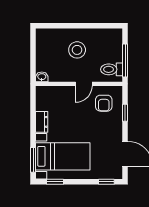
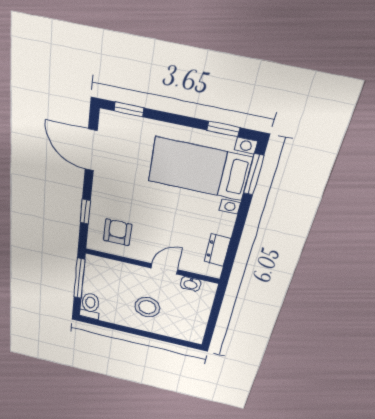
toilet: (112, 69) -> (90, 306), moved, turned -90
washbasin: (42, 77) -> (191, 284), moved
door: (84, 84) -> (164, 269), moved
dresser: (42, 122) -> (218, 250), moved

